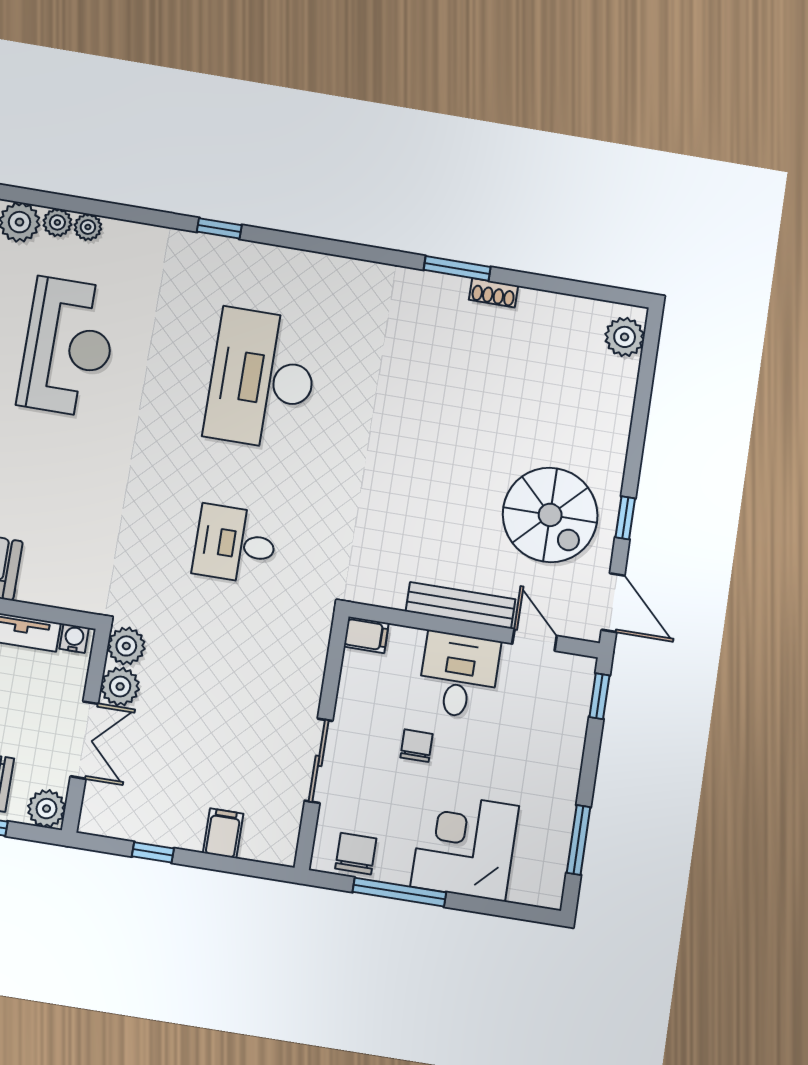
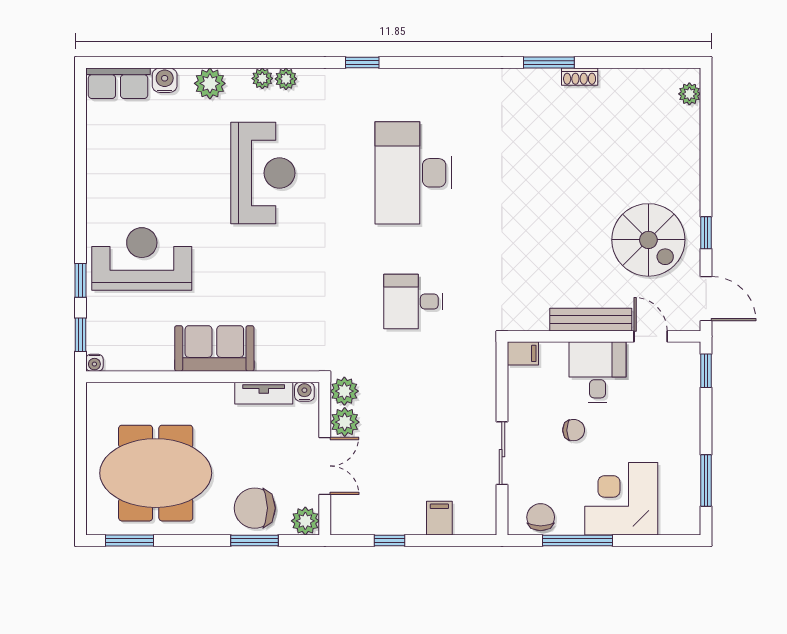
plant: (57, 222) -> (286, 79), moved
plant: (625, 337) -> (689, 94), width x0.73, depth x0.73
chair: (417, 746) -> (574, 430), turned 90

